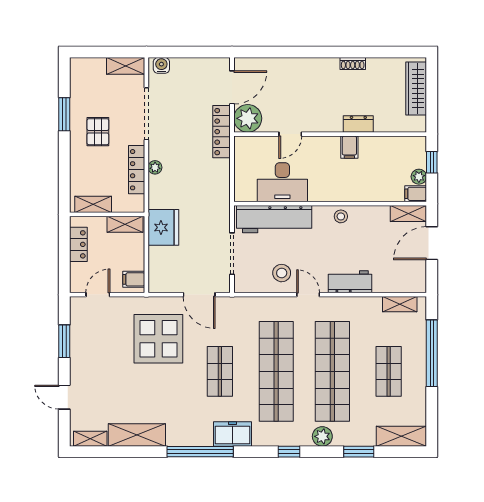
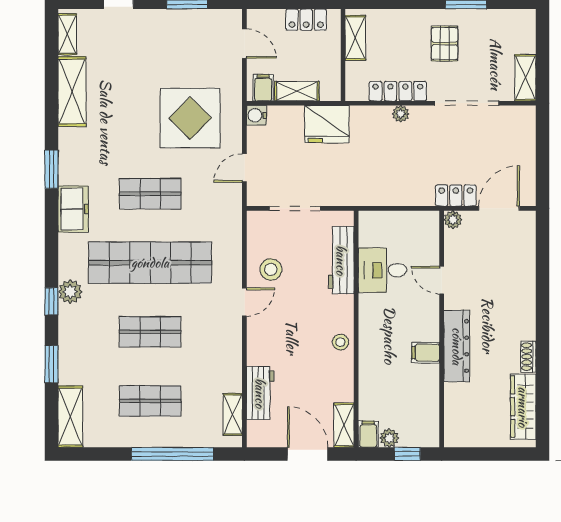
water cooler: (161, 65) -> (256, 115), moved, turned 180
door: (232, 87) -> (499, 208), swing flipped
wardrobe: (416, 89) -> (523, 407), moved, turned -90
plant: (248, 118) -> (453, 220), width x0.53, depth x0.53
dresser: (358, 124) -> (457, 346), width x1.96, depth x1.24
pallet: (98, 132) -> (445, 44), turned 90
locker: (222, 132) -> (456, 196), width x0.66
desk: (282, 182) -> (382, 270), width x0.73
workbench: (274, 219) -> (341, 260), width x0.73, depth x0.76
shelving: (125, 224) -> (297, 91), moved, turned 90
workbench: (350, 282) -> (260, 393), moved
door: (199, 295) -> (244, 168), width x0.73
shop shelf: (332, 371) -> (150, 332), width x0.50, depth x0.74
plant: (322, 436) -> (70, 292), moved
window: (200, 452) -> (51, 169), width x0.47
window: (289, 452) -> (51, 301), moved

